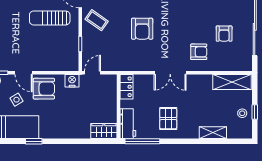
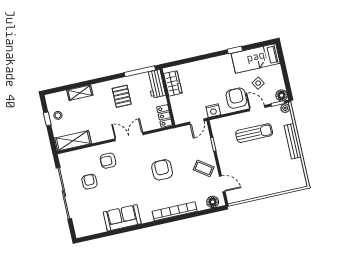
sun lounger: (50, 18) -> (254, 133), moved
armchair: (44, 89) -> (236, 98), turned 90
wardrobe: (104, 131) -> (173, 83), moved, turned -90

